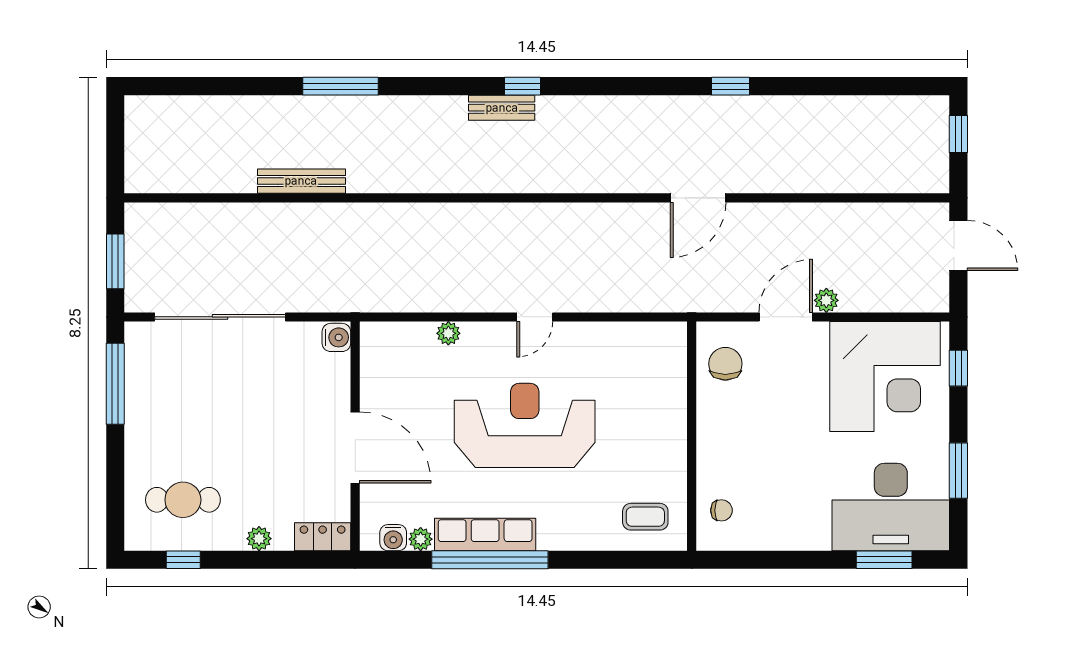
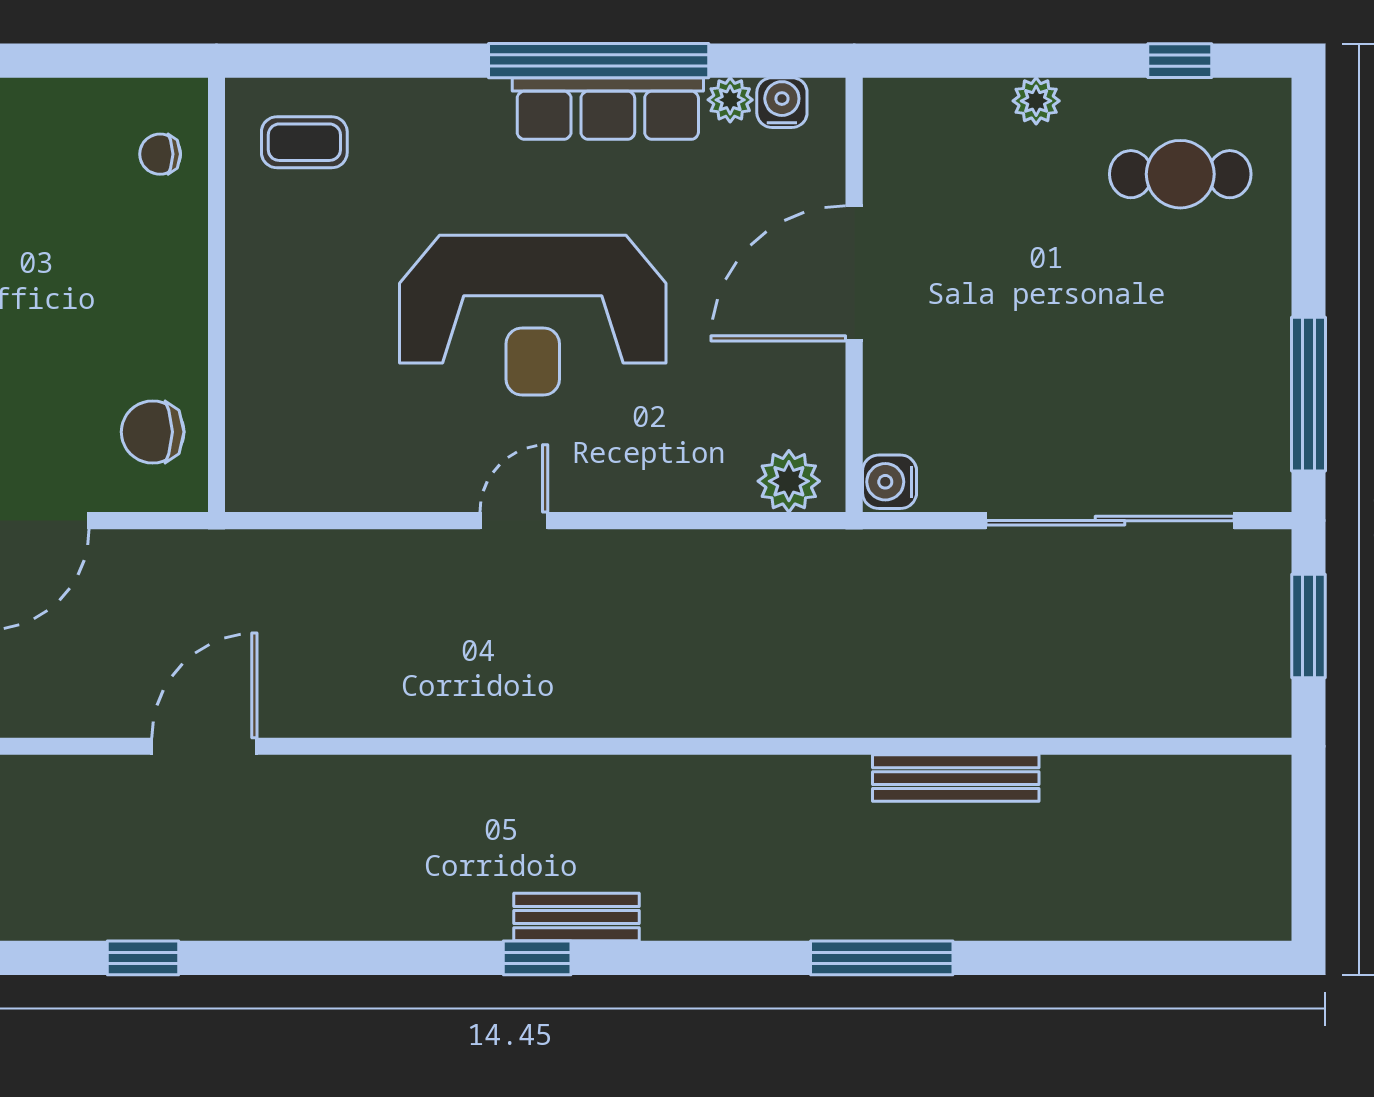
plant: (448, 333) -> (789, 481), moved, width x1.38, depth x1.38
chair: (725, 364) -> (153, 432), turned 90
door: (355, 447) -> (854, 273), hinge flipped
locker: (323, 537) -> (916, 104), removed

